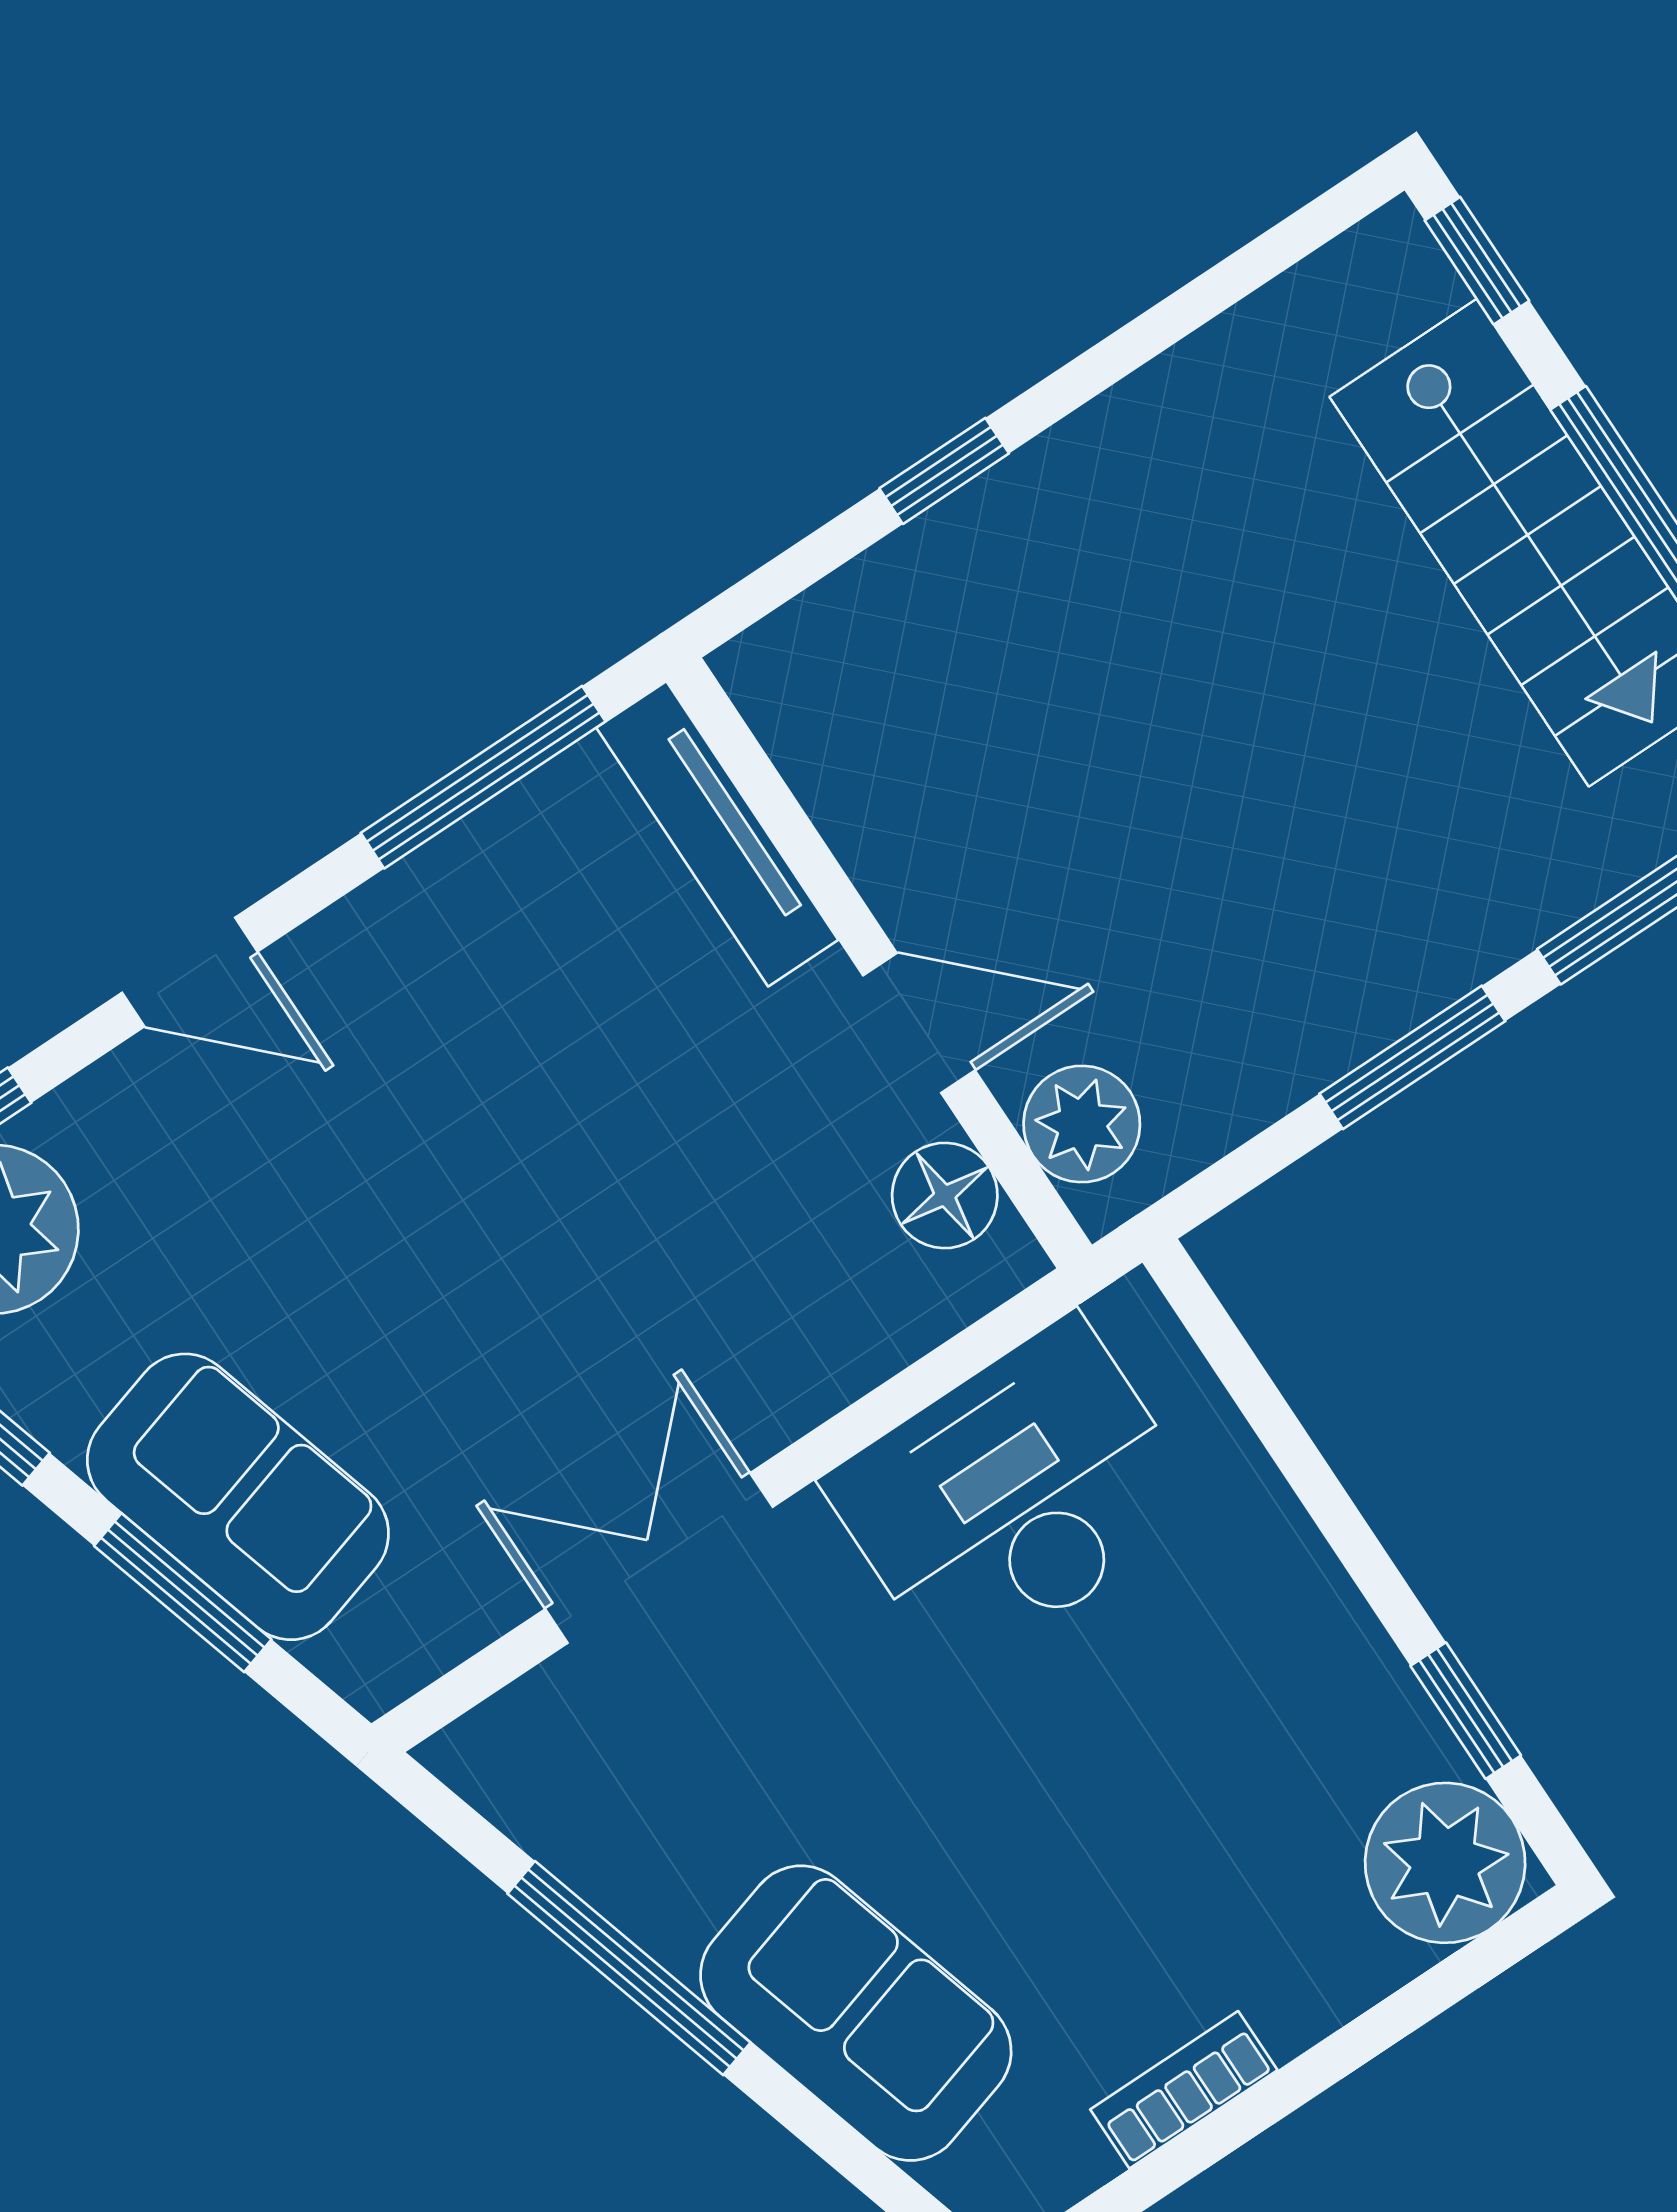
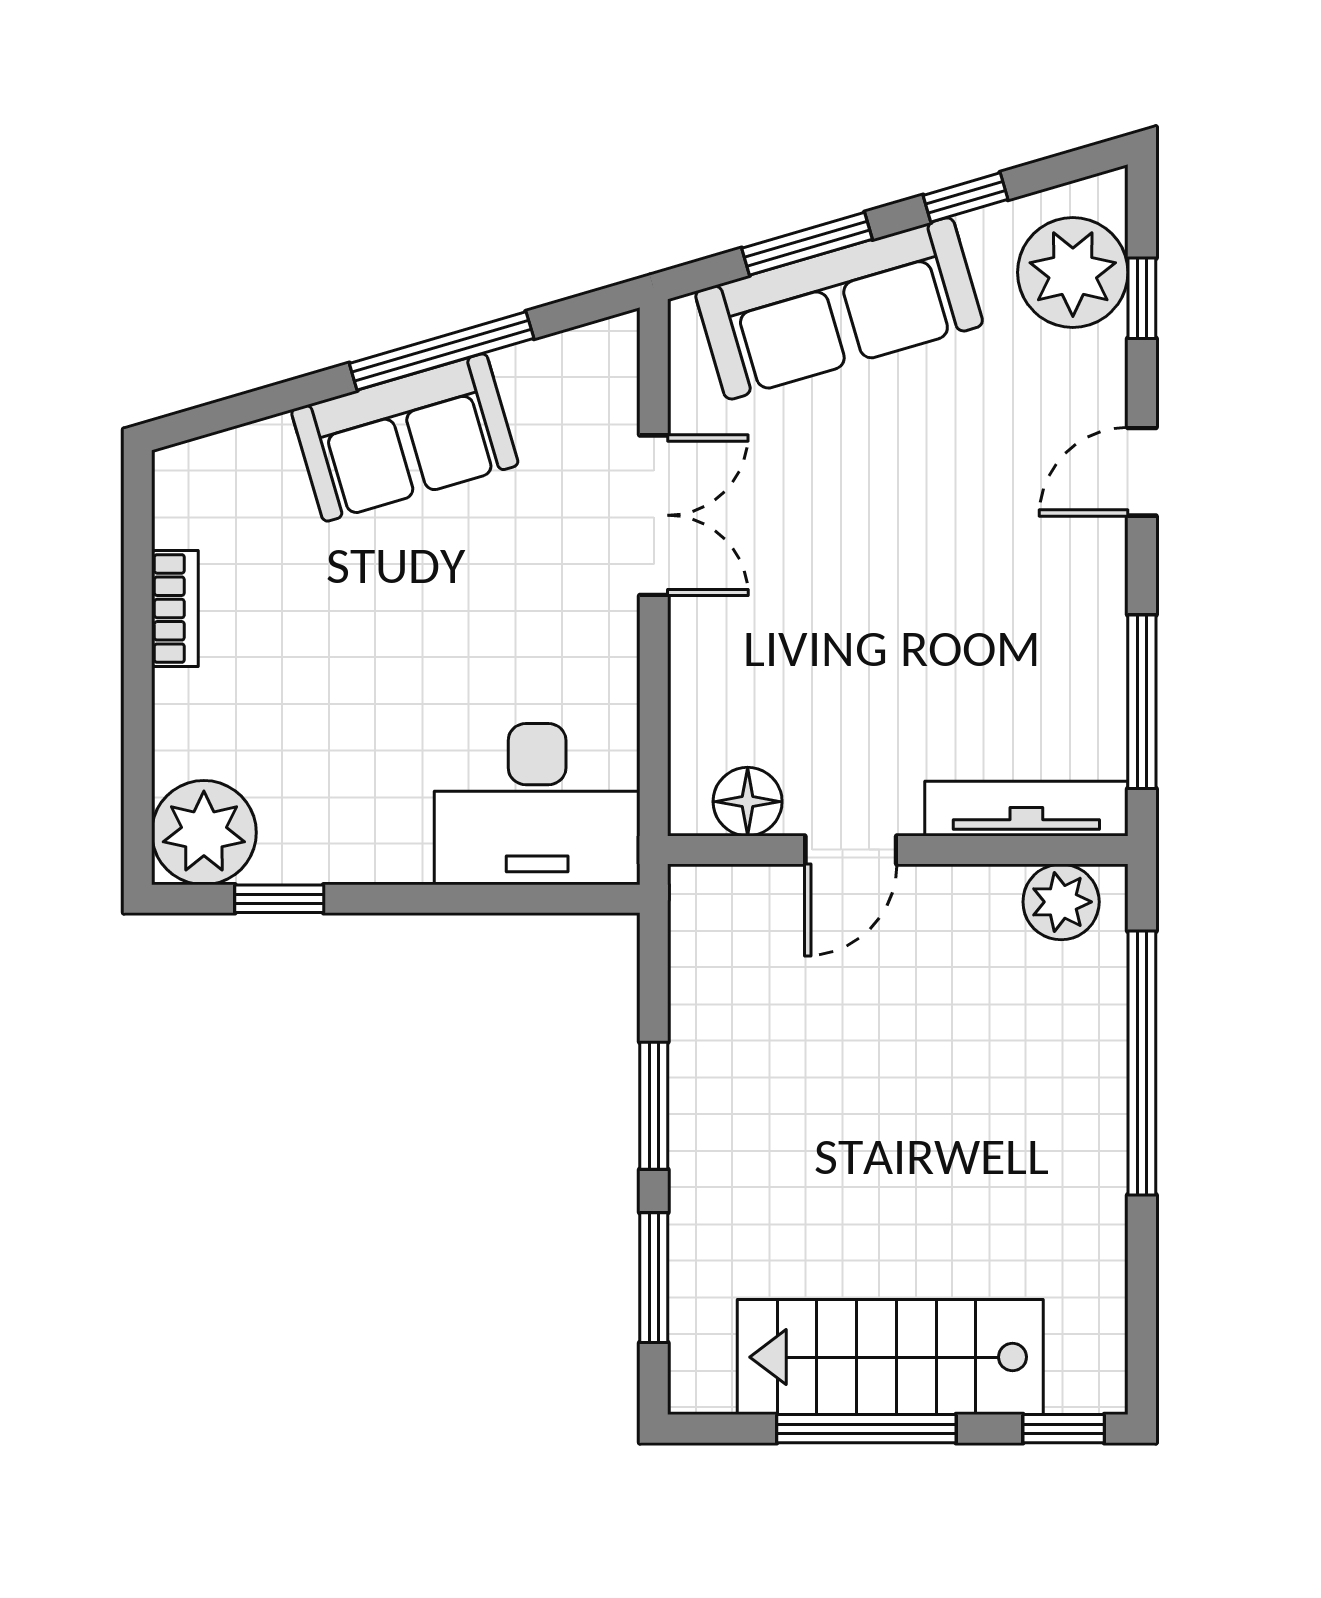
window: (944, 471) -> (1142, 1063), width x3.17
plant: (1082, 1124) -> (1061, 902), moved
desk: (1014, 1496) -> (537, 804), moved, turned 90
sofa: (238, 1497) -> (839, 308), width x1.36
sofa: (856, 2013) -> (405, 437), moved

